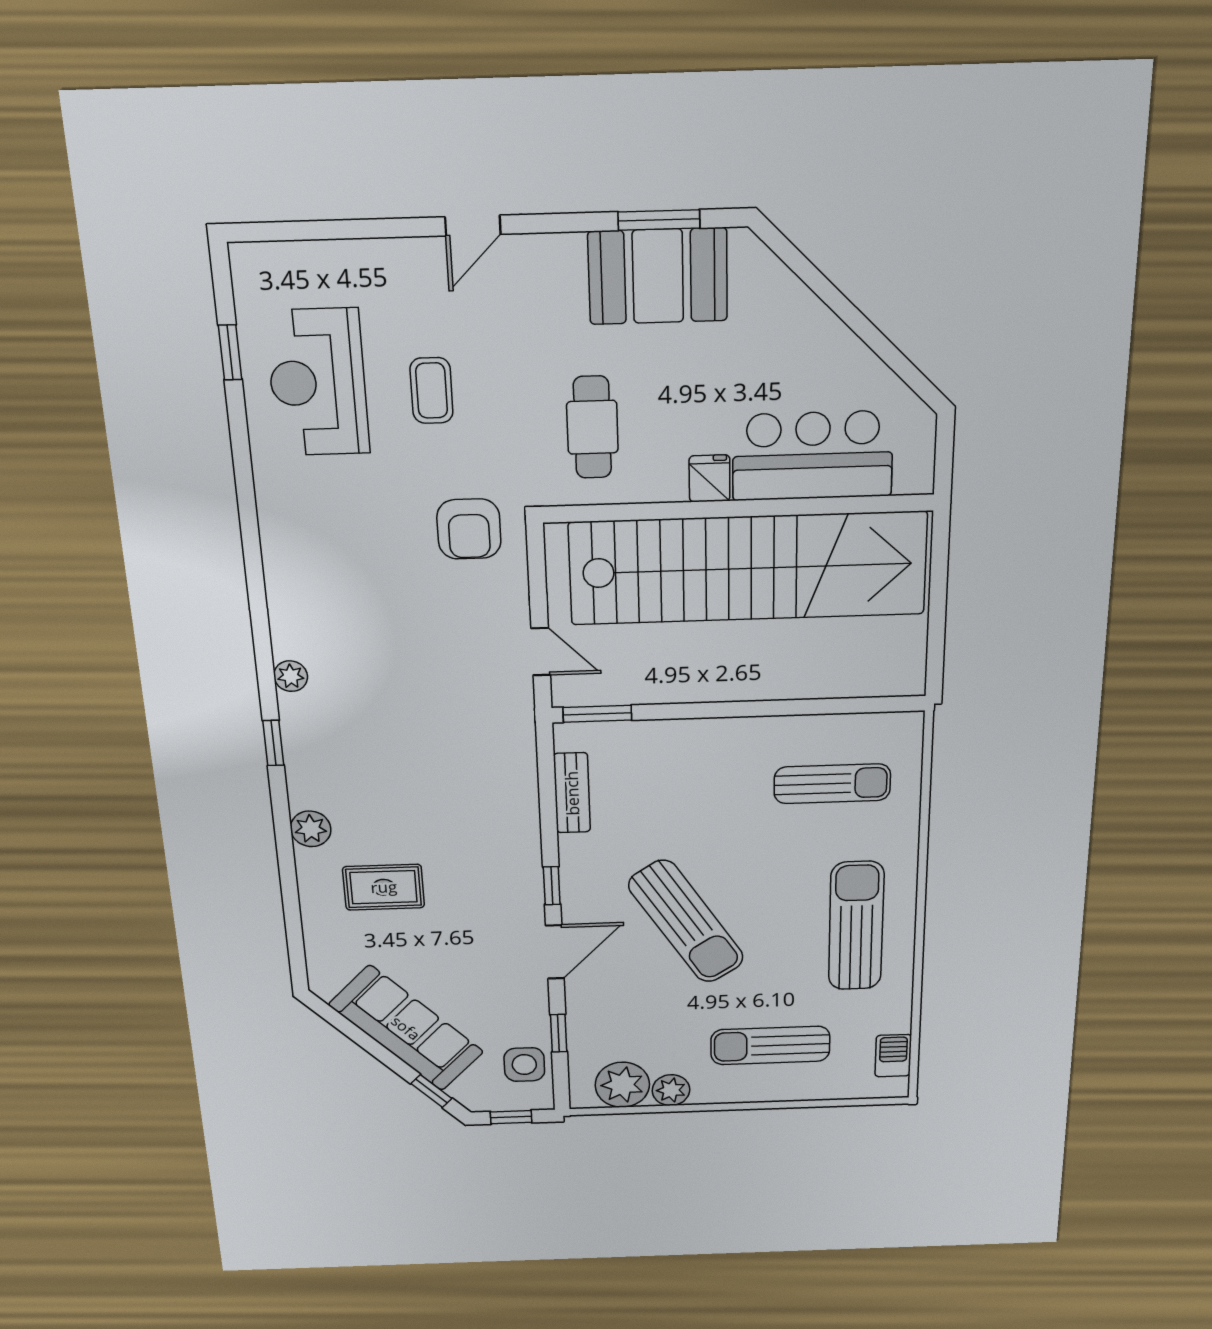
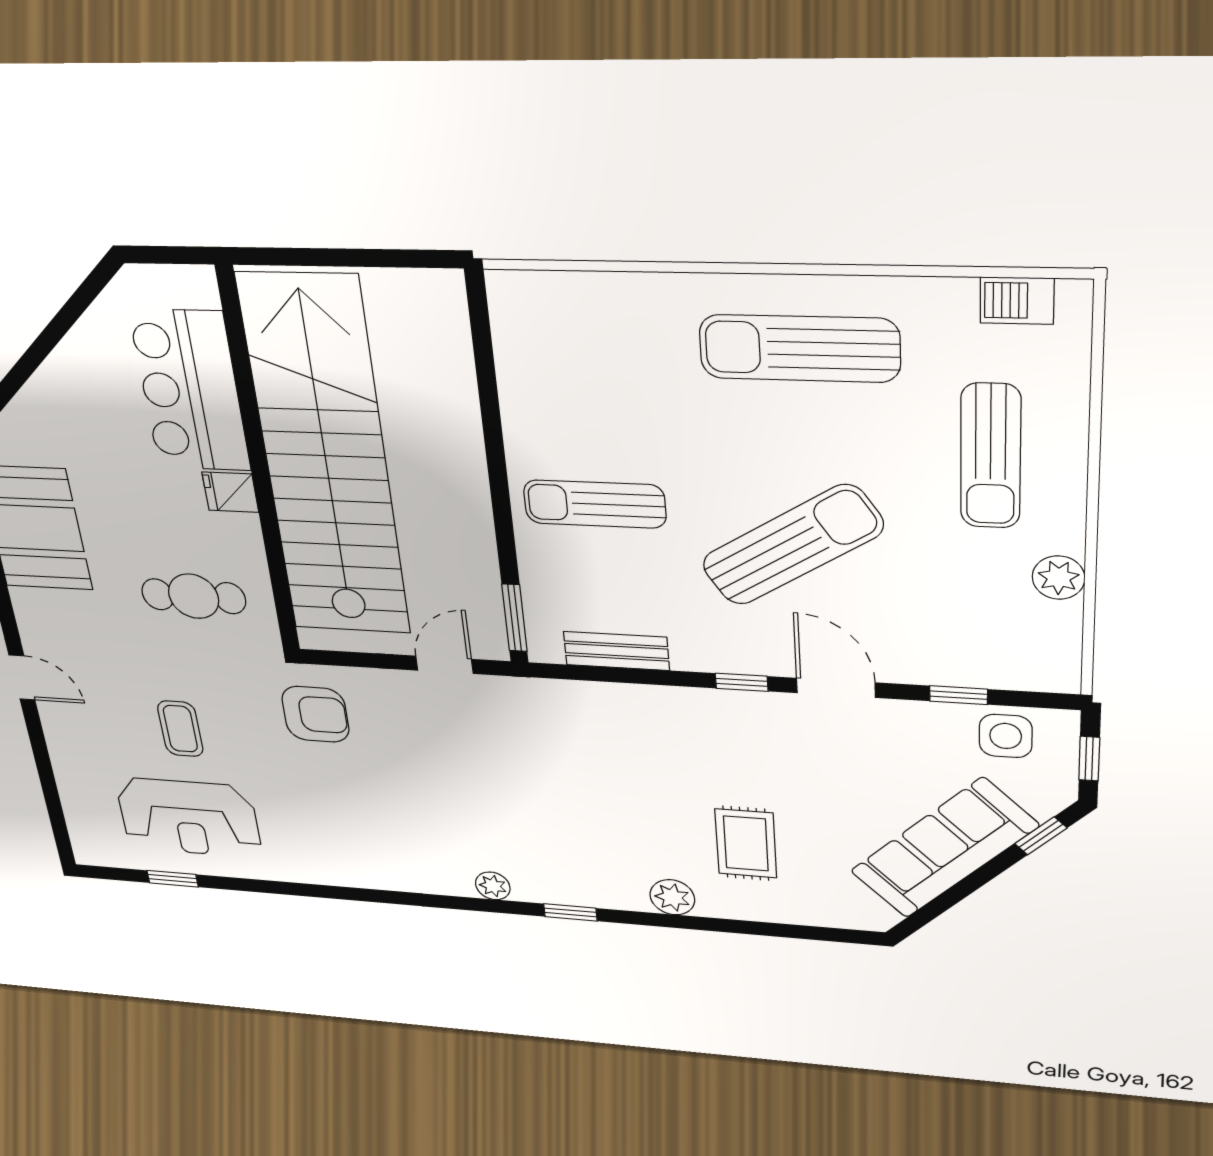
coffee table: (432, 391) -> (180, 729), turned 90
sun lounger: (832, 784) -> (595, 504), moved, turned -90
plant: (622, 1085) -> (1046, 632), removed

